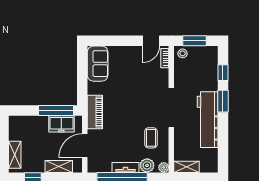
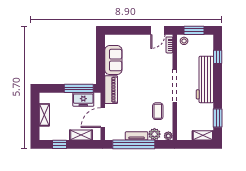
sofa: (98, 64) -> (113, 60), moved
window: (223, 101) -> (218, 118), moved
workbench: (208, 120) -> (205, 79), moved
shelving: (15, 155) -> (44, 115), moved
shelving: (187, 167) -> (203, 135), moved

